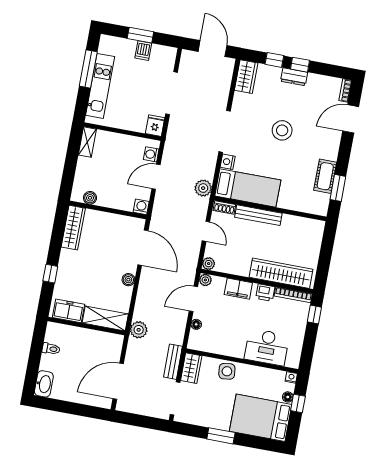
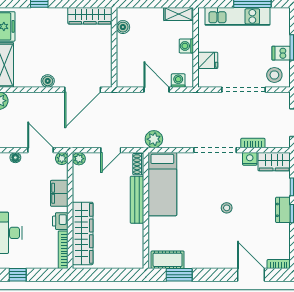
stool: (163, 61) -> (274, 75), added
bookcase: (225, 94) -> (253, 143), added
fridge: (155, 126) -> (208, 60), moved
stool: (282, 130) -> (227, 208), width x0.53, depth x0.53
nightstand: (228, 162) -> (250, 159), moved
cot: (325, 176) -> (168, 260), moved
washing machine: (141, 207) -> (186, 46), moved, turned 180
window: (314, 315) -> (18, 275), moved

